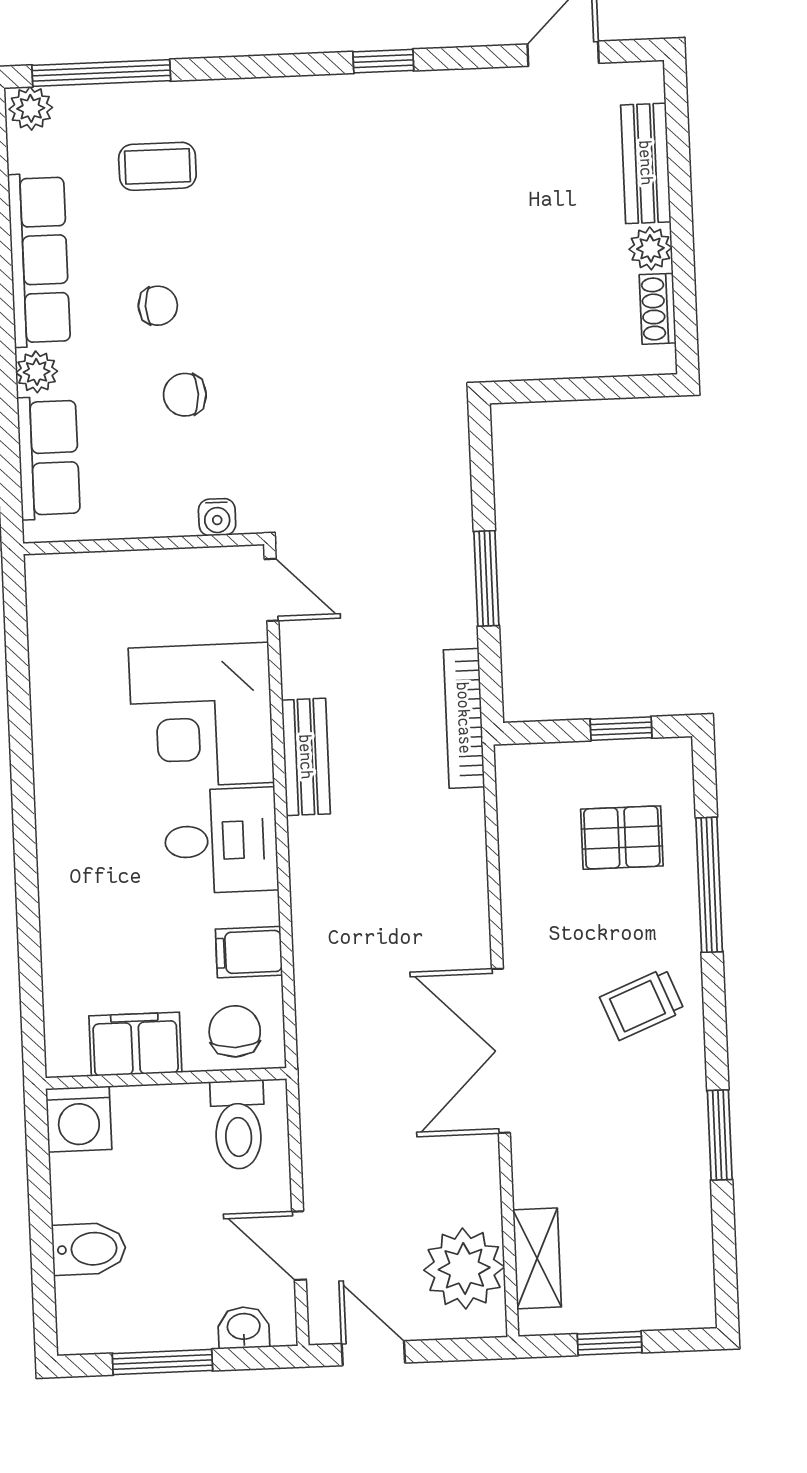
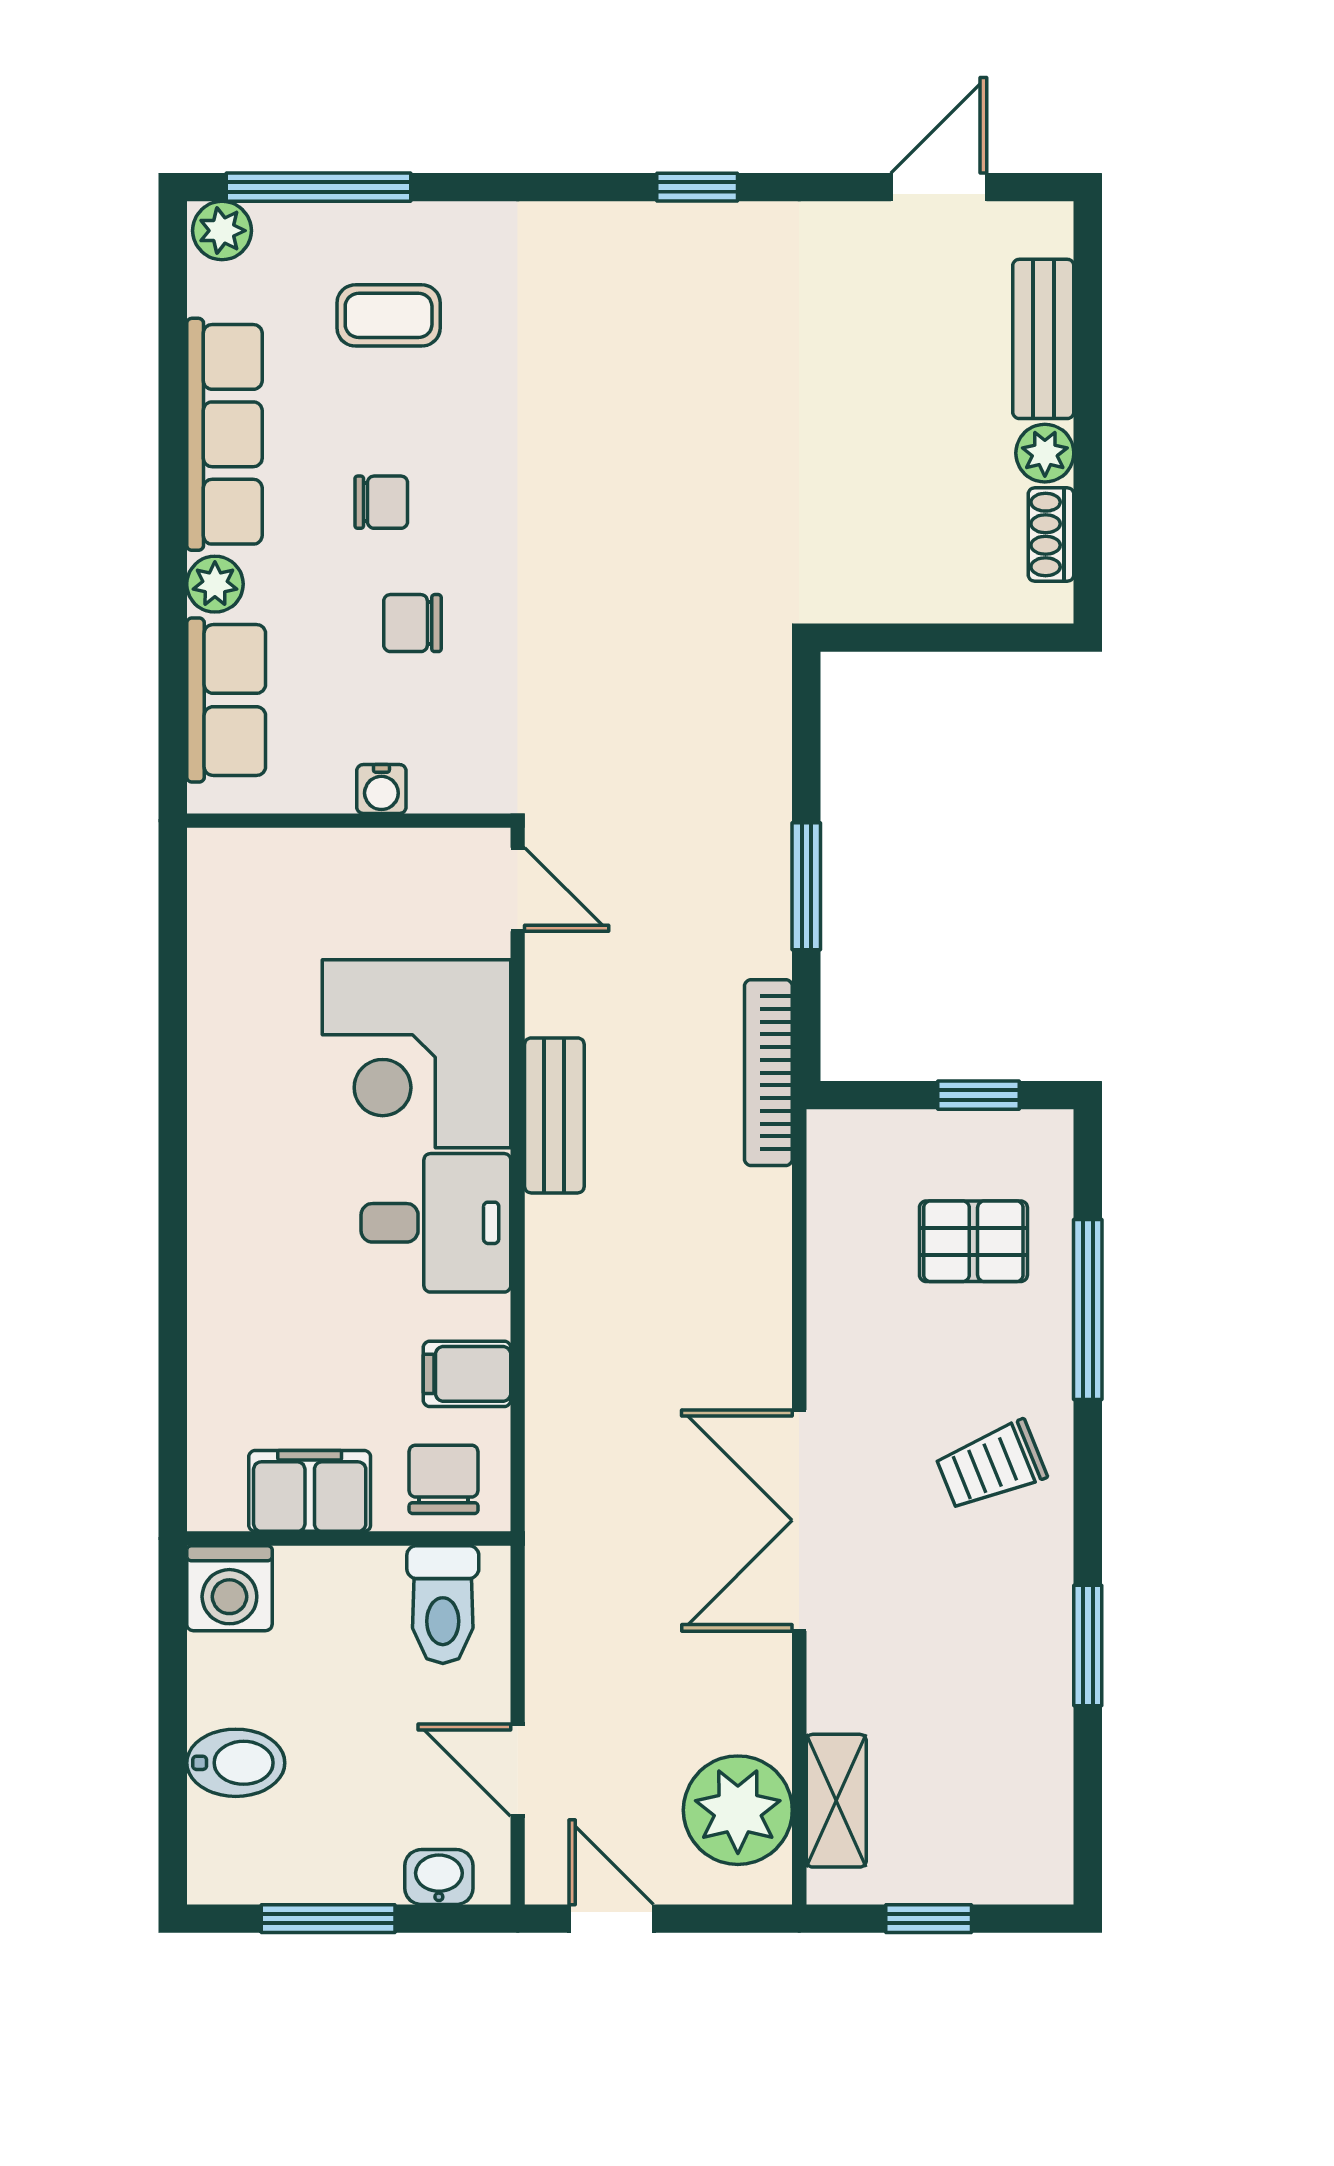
water cooler: (217, 517) -> (381, 789), moved

